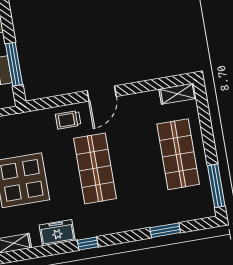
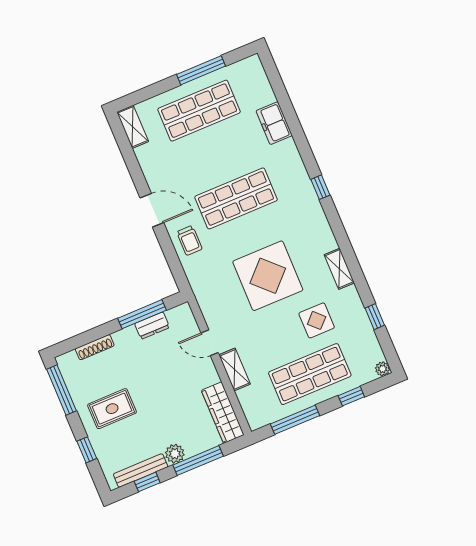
window: (216, 186) -> (201, 70), moved
window: (165, 230) -> (286, 105), removed
freezer: (57, 233) -> (274, 123), moved

